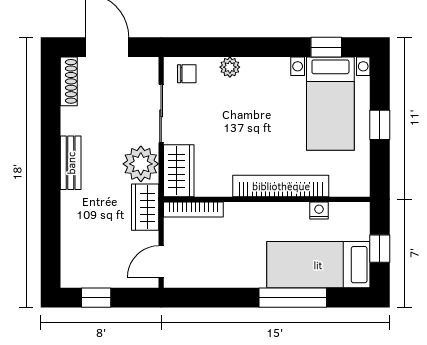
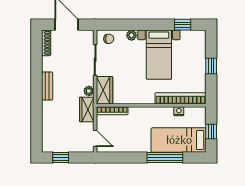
bed with nightstands: (330, 104) -> (159, 55), moved
plant: (141, 164) -> (89, 91), width x0.53, depth x0.53
bookcase: (281, 186) -> (180, 98), moved
door: (161, 262) -> (95, 138), swing flipped

